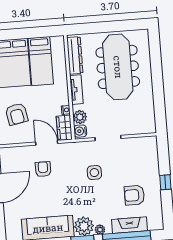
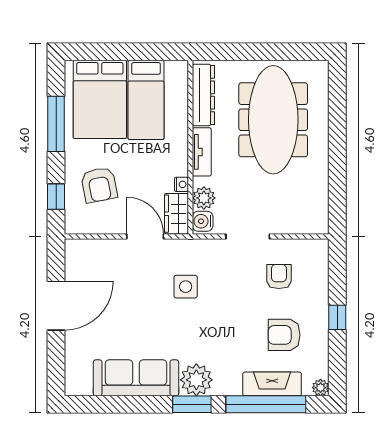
armchair: (43, 169) -> (279, 277), moved
side table: (94, 173) -> (186, 287), moved
plant: (100, 230) -> (321, 388), moved

